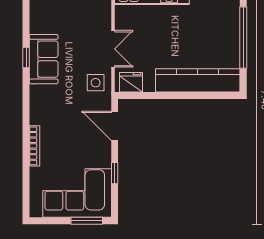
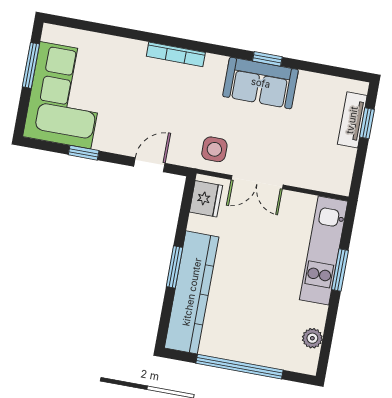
window: (182, 95) -> (174, 267), added
door: (115, 126) -> (149, 165), width x0.73
bookcase: (35, 146) -> (176, 54), moved
window: (87, 221) -> (31, 65), moved

